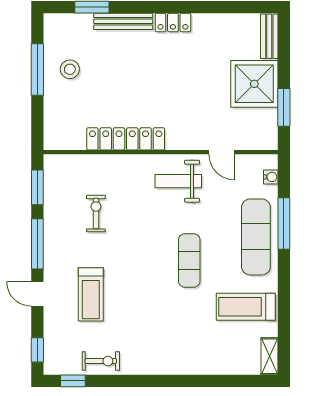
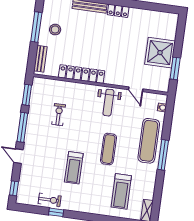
bench: (269, 36) -> (40, 59), moved
weight bench: (178, 181) -> (108, 103), turned -90
window: (284, 223) -> (163, 155), moved
treadmill: (91, 294) -> (74, 168), moved
treadmill: (246, 307) -> (121, 191), moved, turned -90
window: (73, 381) -> (56, 212), moved

